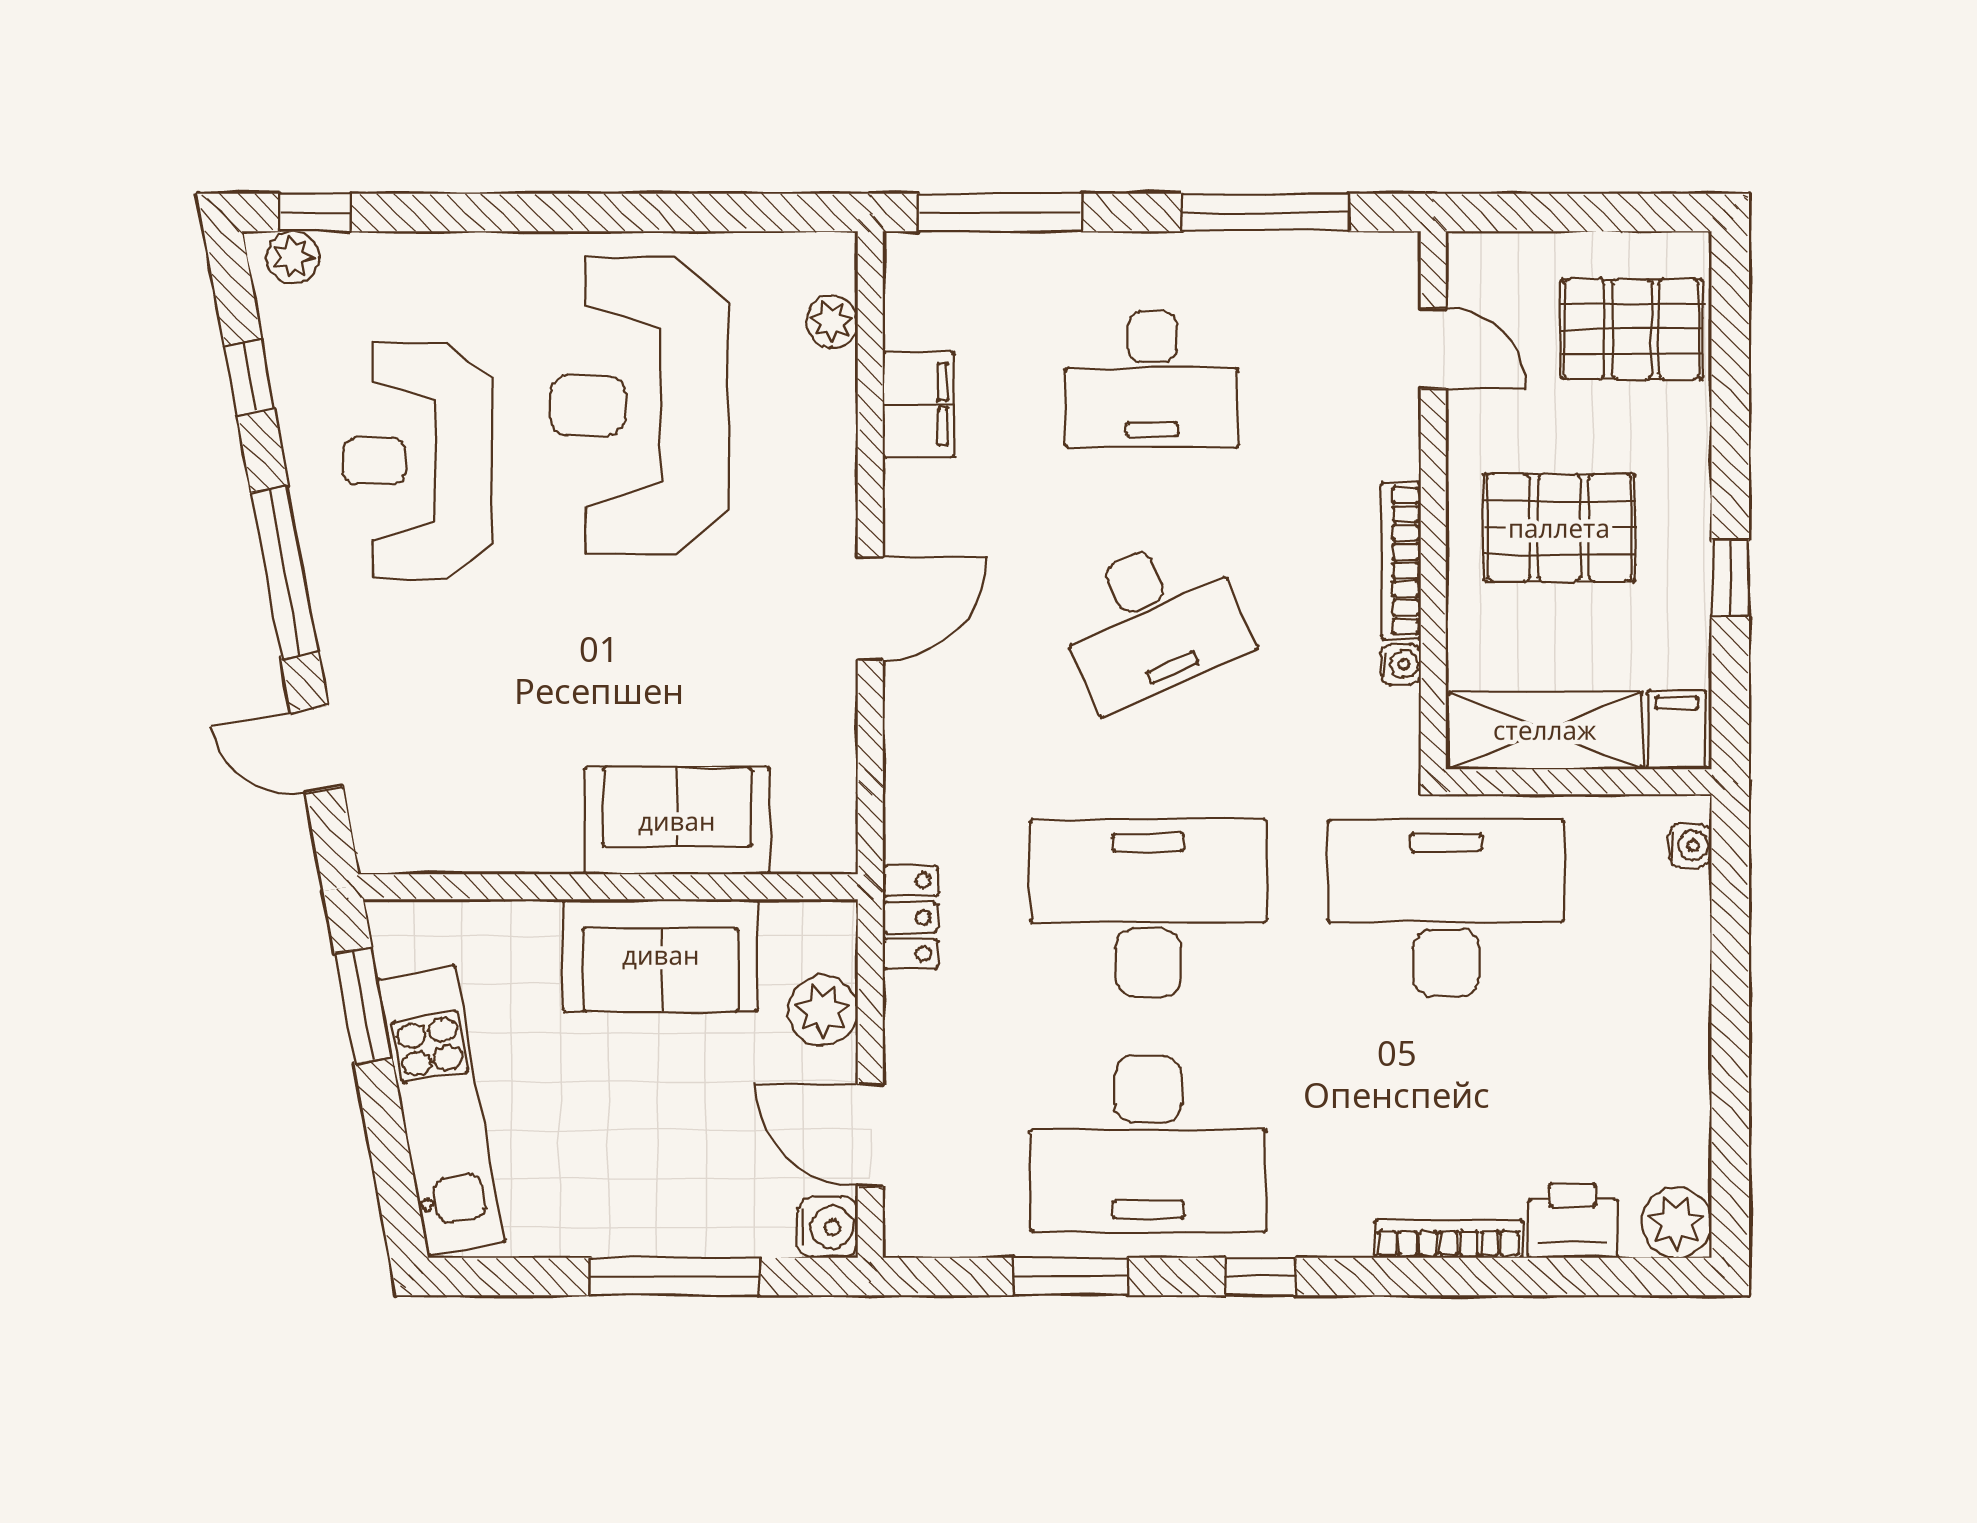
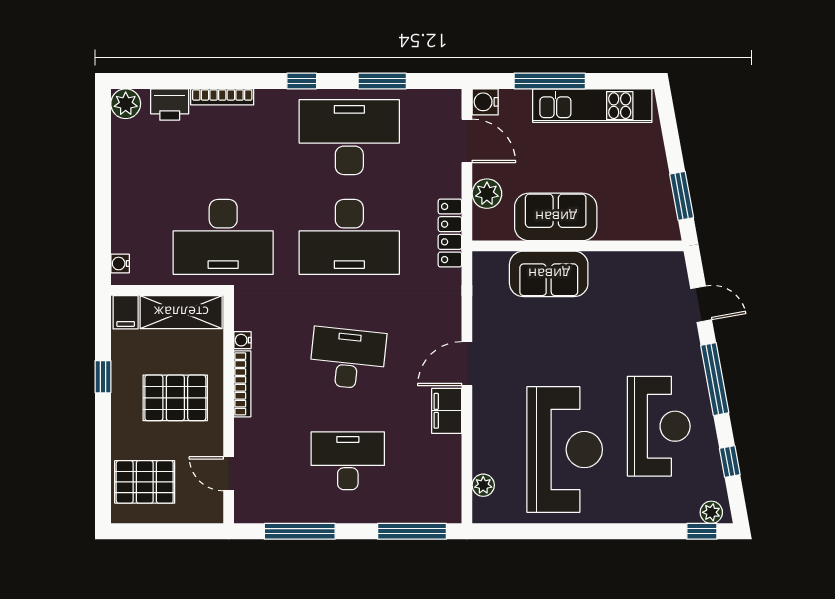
filing cabinet: (918, 404) -> (447, 411), moved
desk: (1152, 621) -> (348, 358), turned 30
locker: (910, 917) -> (450, 233), width x1.53
kitchen unit: (441, 1110) -> (592, 106), moved, turned -80

